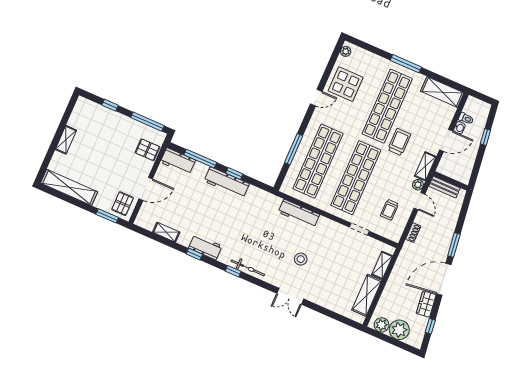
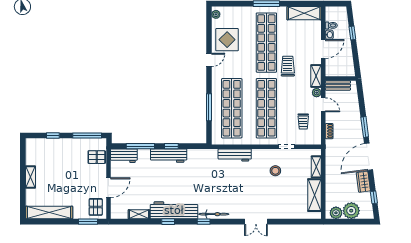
workbench: (205, 247) -> (174, 210), width x1.88, depth x1.32
stool: (301, 259) -> (275, 171), moved

